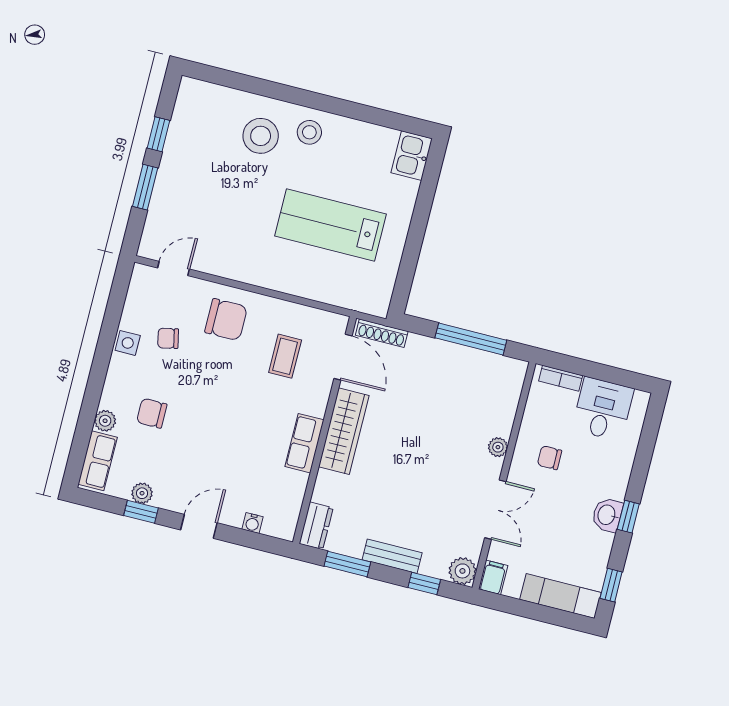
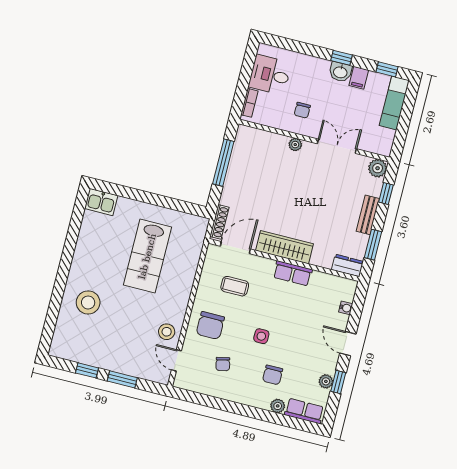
stool: (309, 132) -> (167, 332), moved
chair: (226, 320) -> (210, 325), turned 180
side table: (128, 343) -> (261, 336), moved
filing cabinet: (493, 577) -> (359, 78), moved, turned -90

